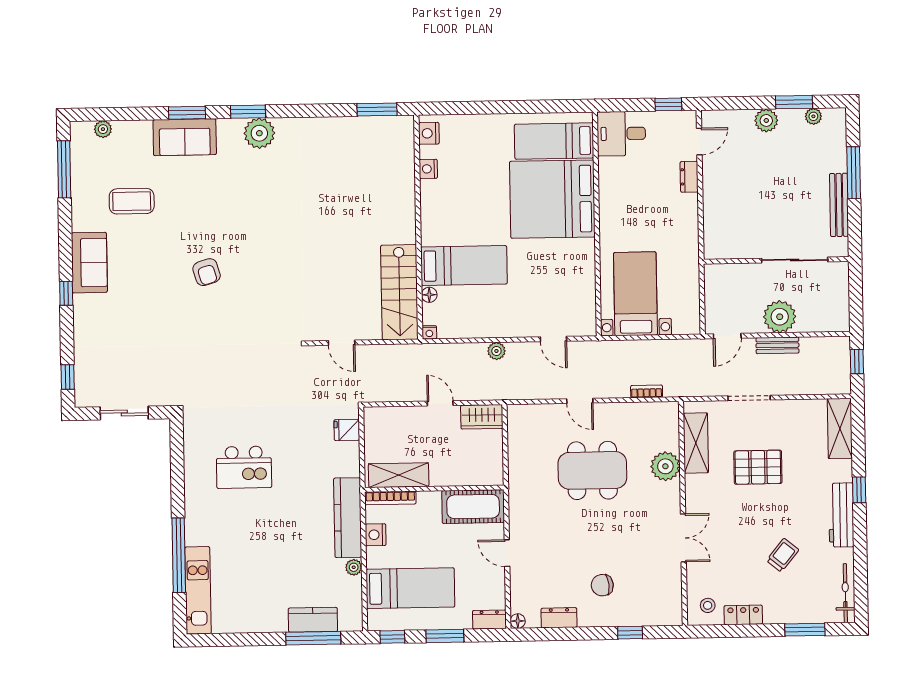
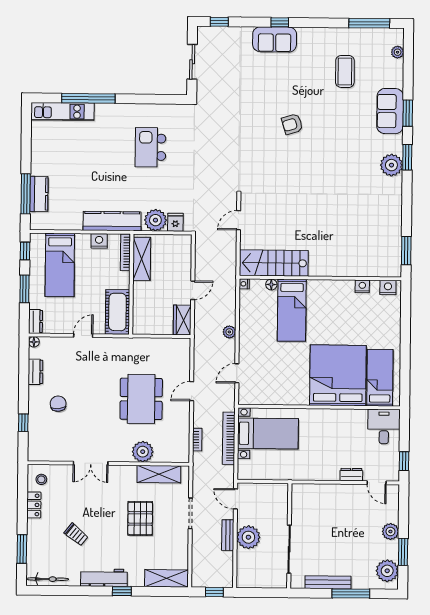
plant: (813, 116) -> (387, 571), width x1.88, depth x1.88
sofa: (89, 263) -> (275, 39), moved
bookcase: (643, 348) -> (229, 438), added
plant: (354, 567) -> (155, 220), moved, width x1.87, depth x1.87

